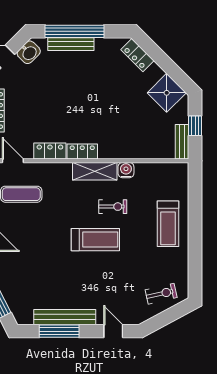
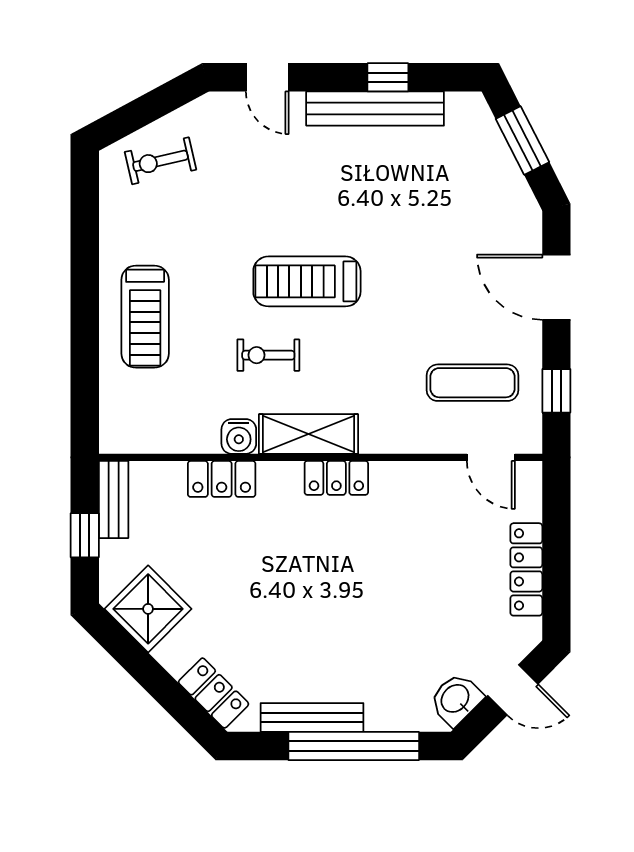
bench: (71, 44) -> (312, 717), moved
locker: (50, 151) -> (222, 479), moved
treadmill: (168, 224) -> (145, 317), turned 180
window: (59, 331) -> (388, 77), width x0.46

